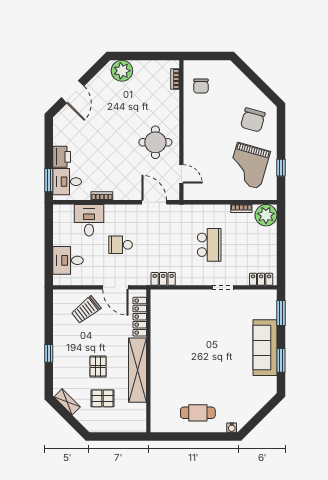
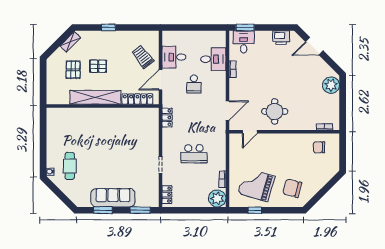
printer: (62, 157) -> (281, 38), moved
school desk: (121, 245) -> (194, 84), turned 180
desk: (68, 260) -> (174, 57), moved, turned -90
cafe table: (198, 413) -> (70, 166), moved

